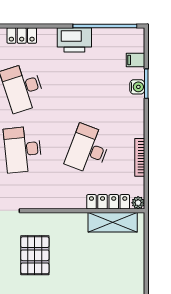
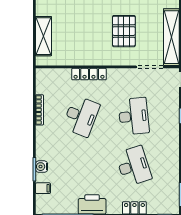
locker: (108, 202) -> (89, 74), moved
plant: (138, 203) -> (41, 73), removed
shelving: (113, 222) -> (43, 36), moved, turned 90

